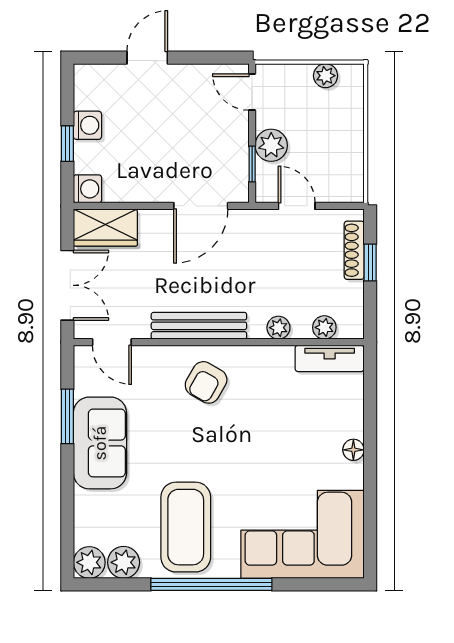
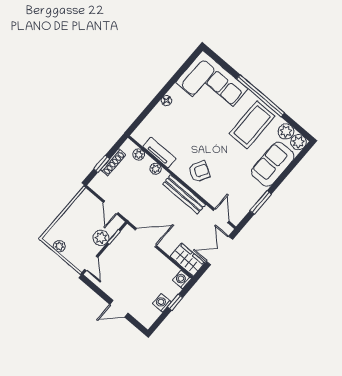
shoe rack: (354, 250) -> (113, 162), moved
tv unit: (330, 358) -> (160, 153), moved
sofa: (100, 443) -> (273, 164), moved

